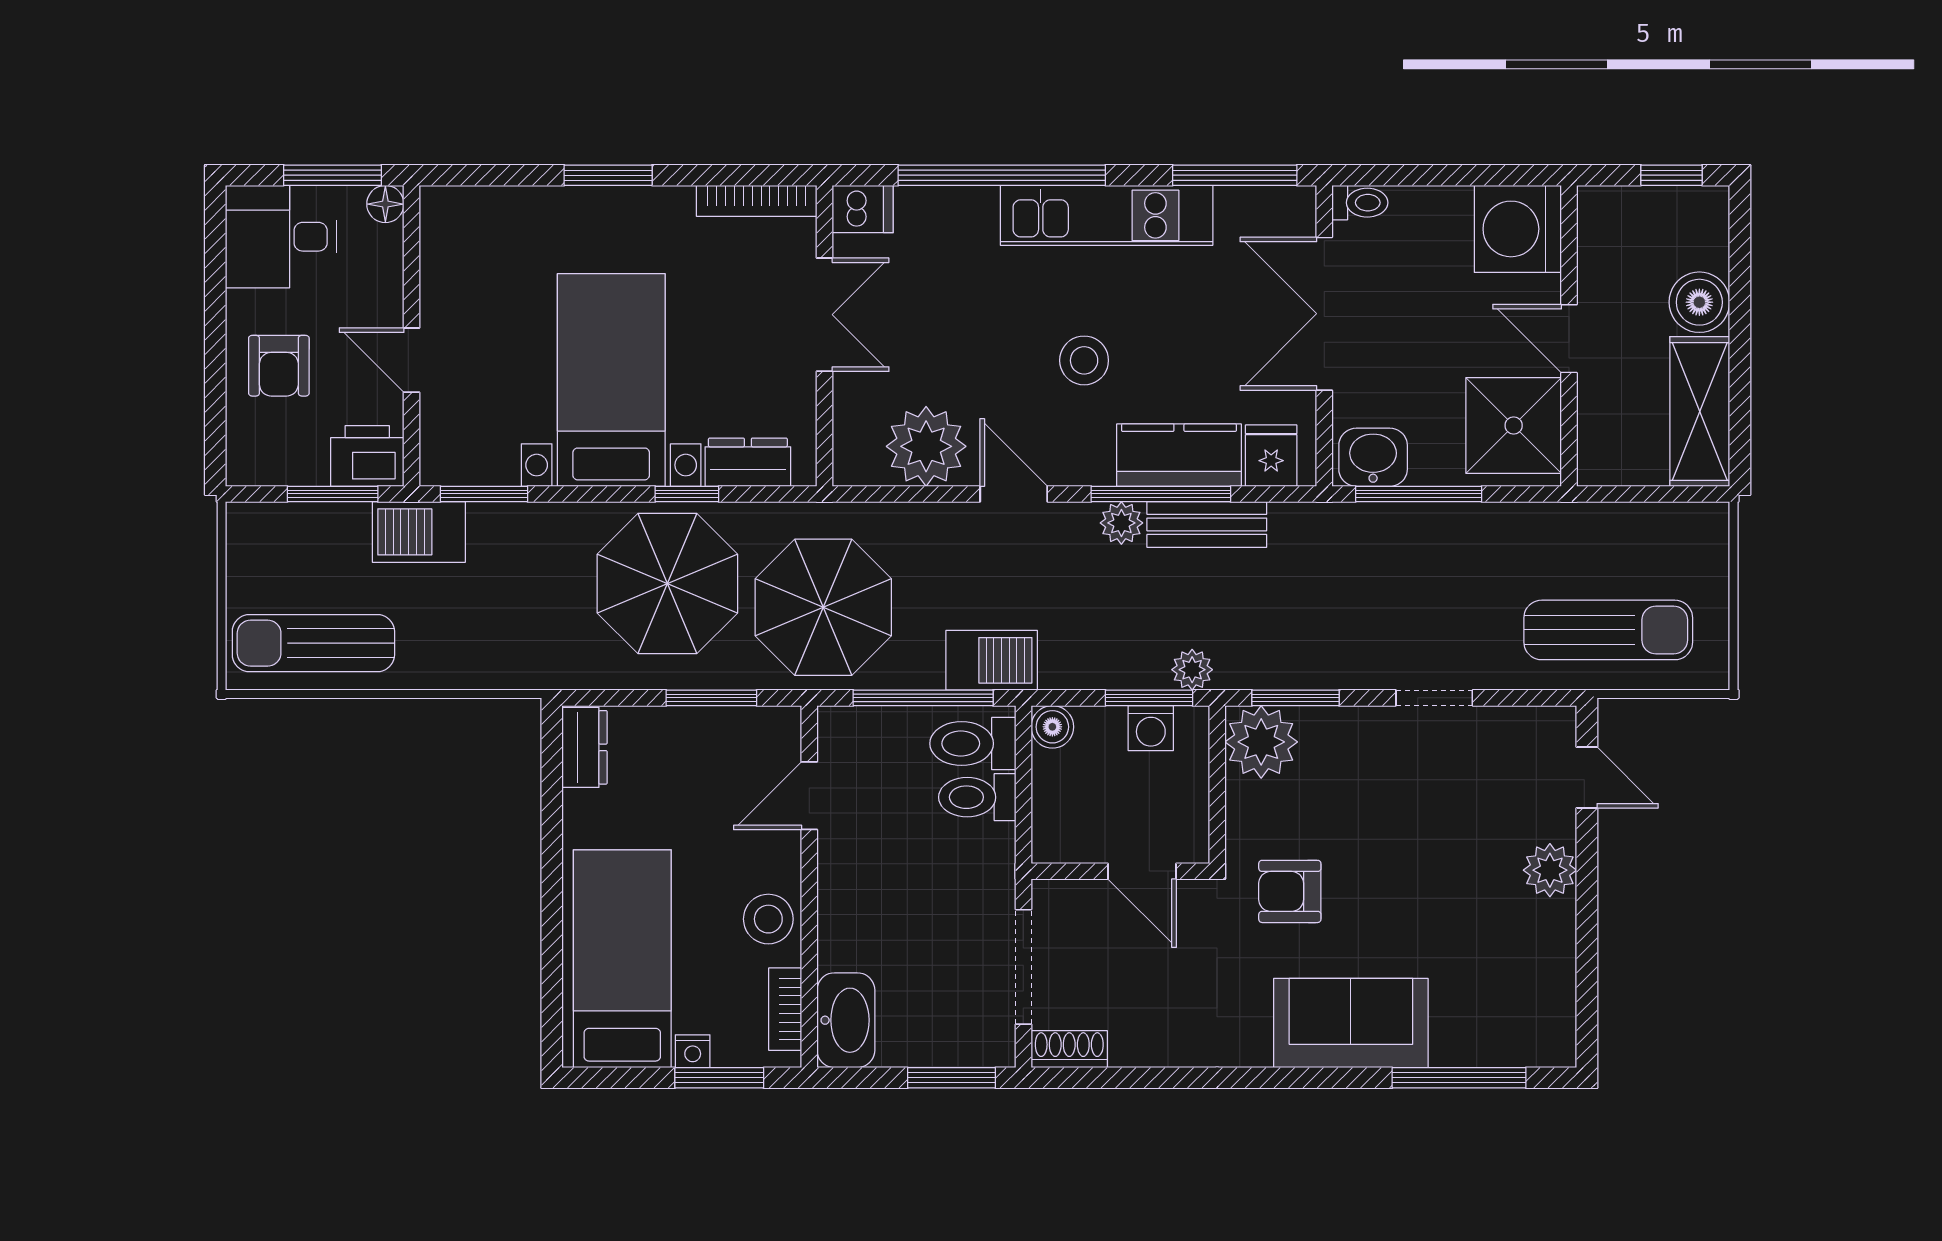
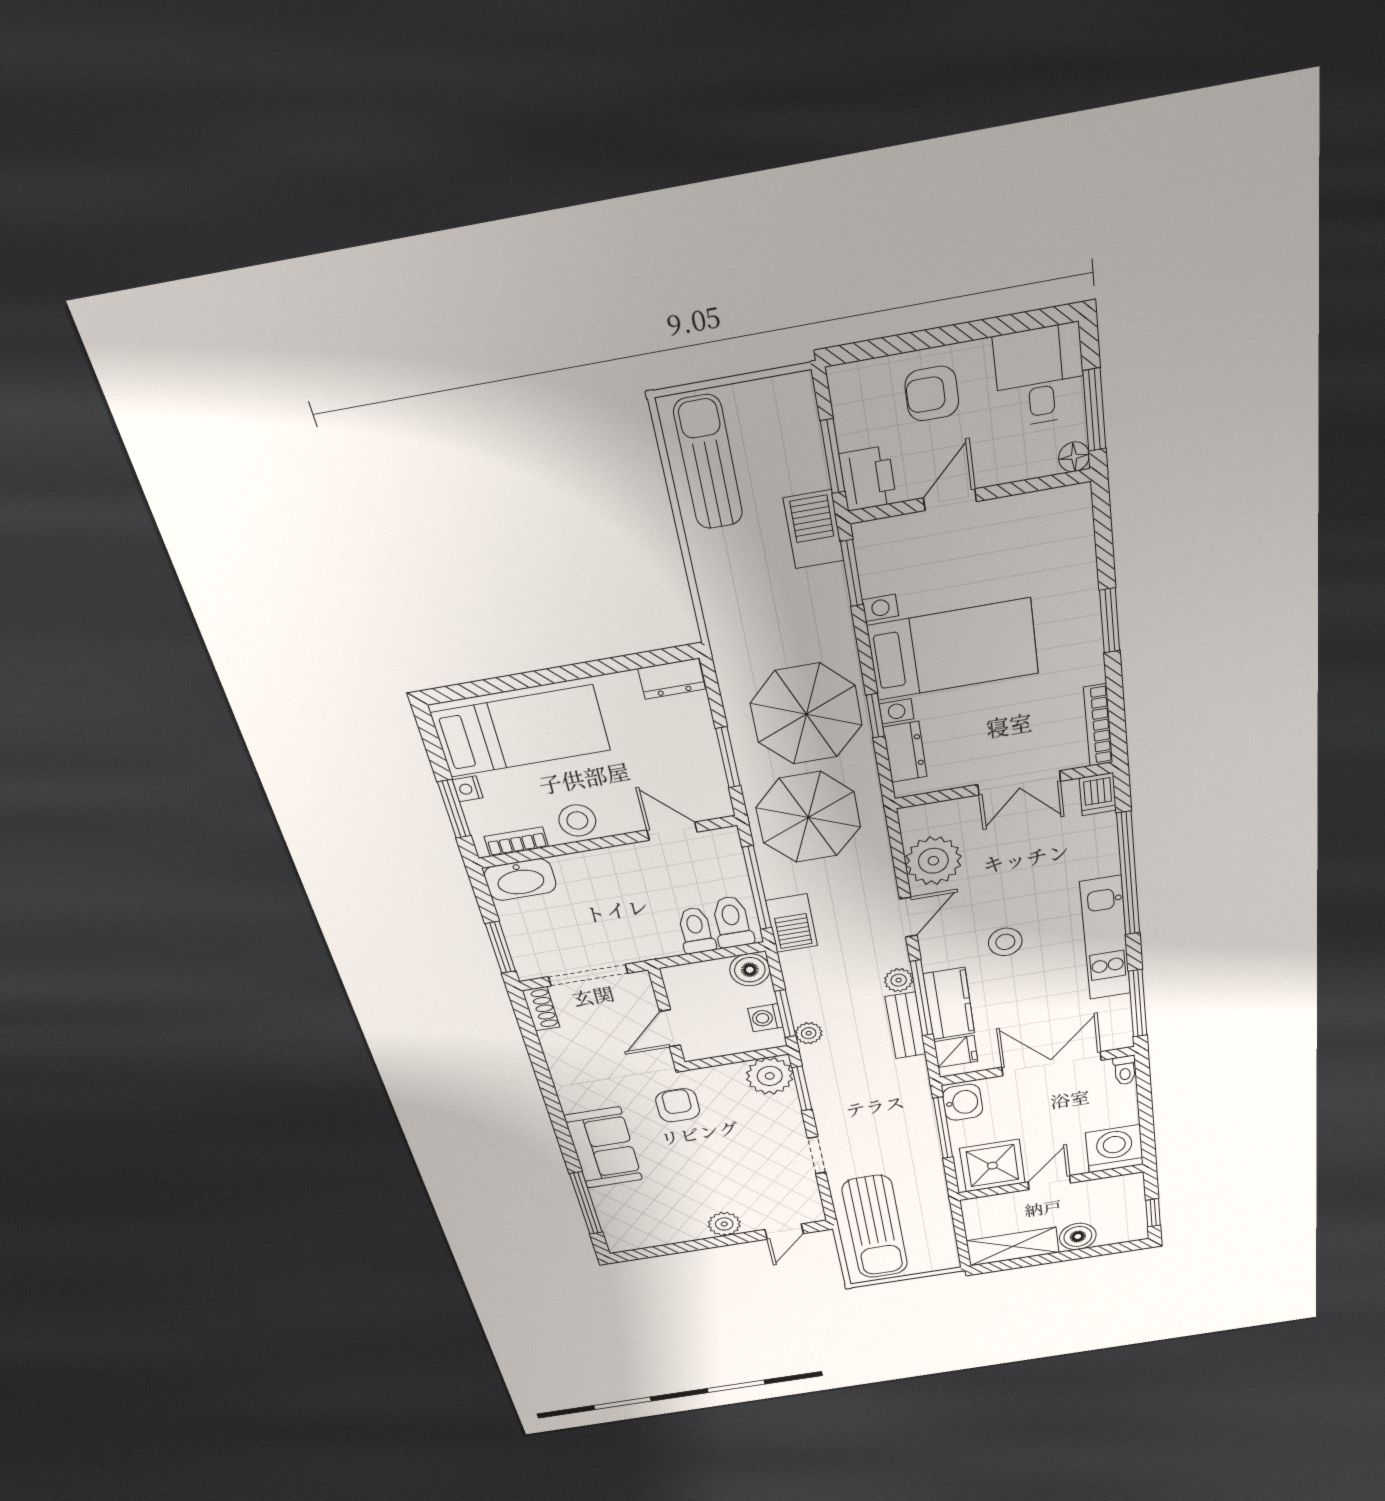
sun lounger: (1608, 630) -> (875, 1227), width x1.36, depth x1.34
boiler: (1052, 727) -> (750, 970), width x1.36, depth x1.36

